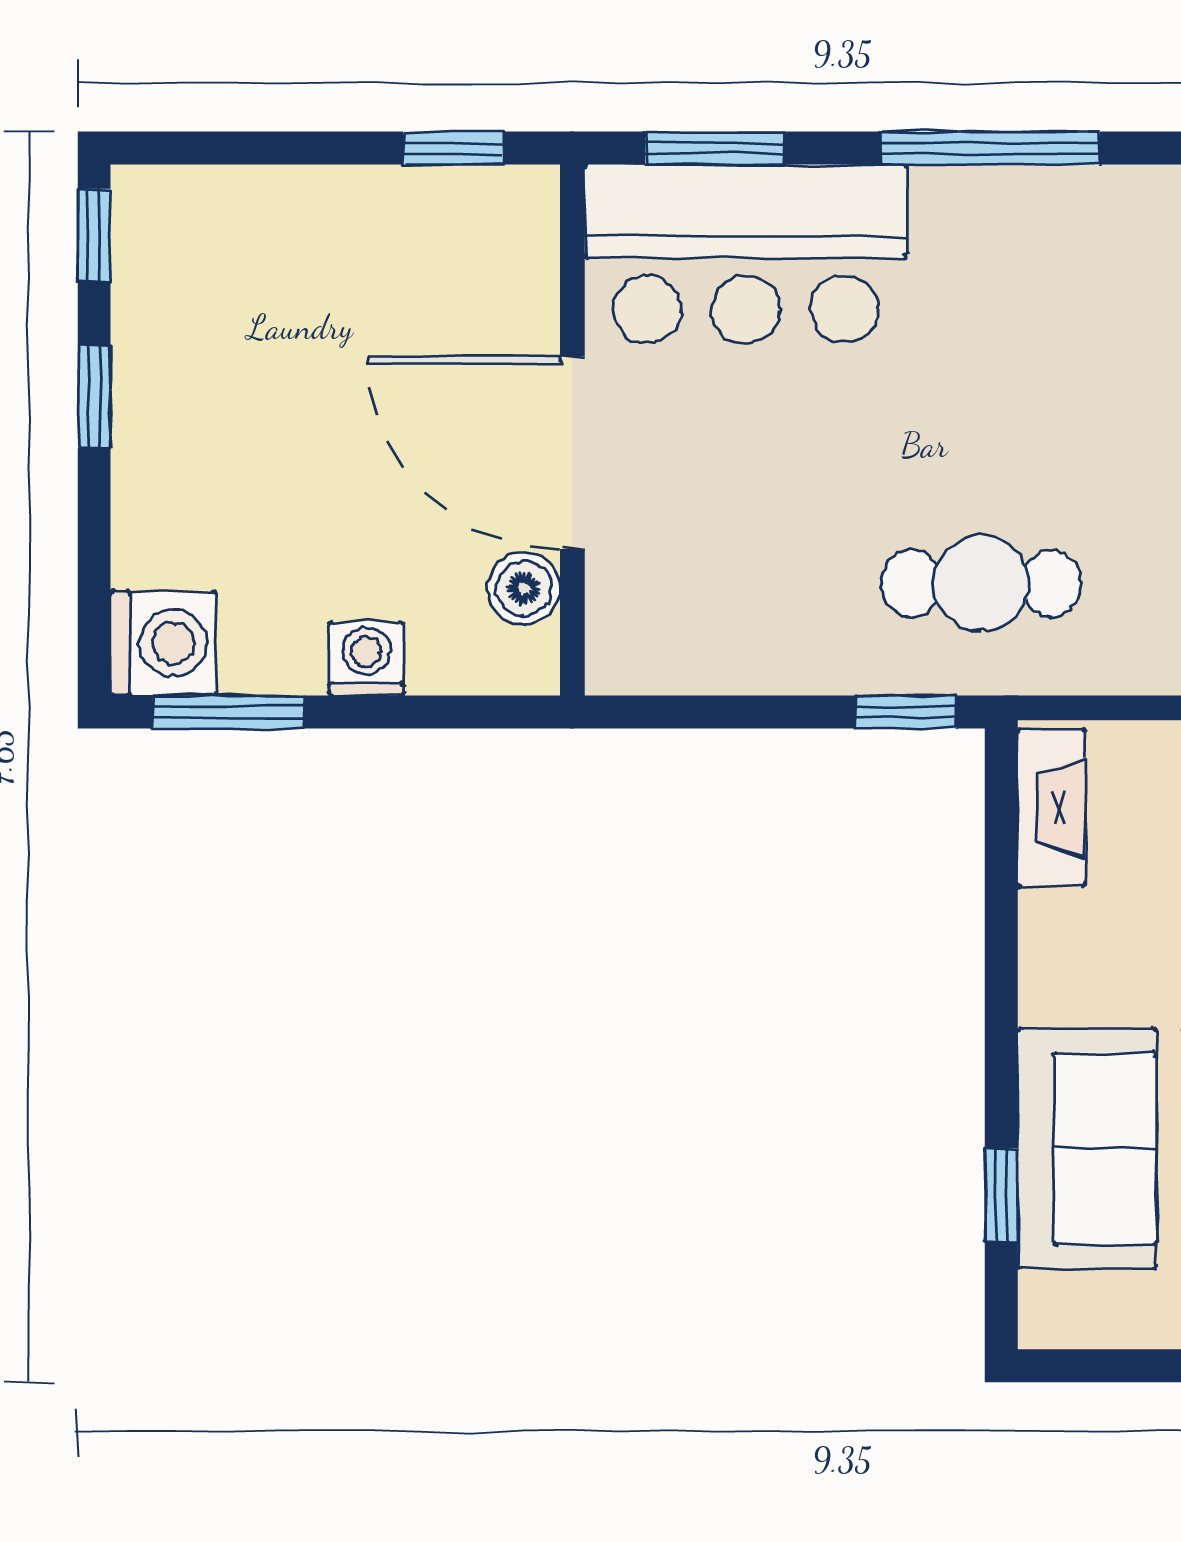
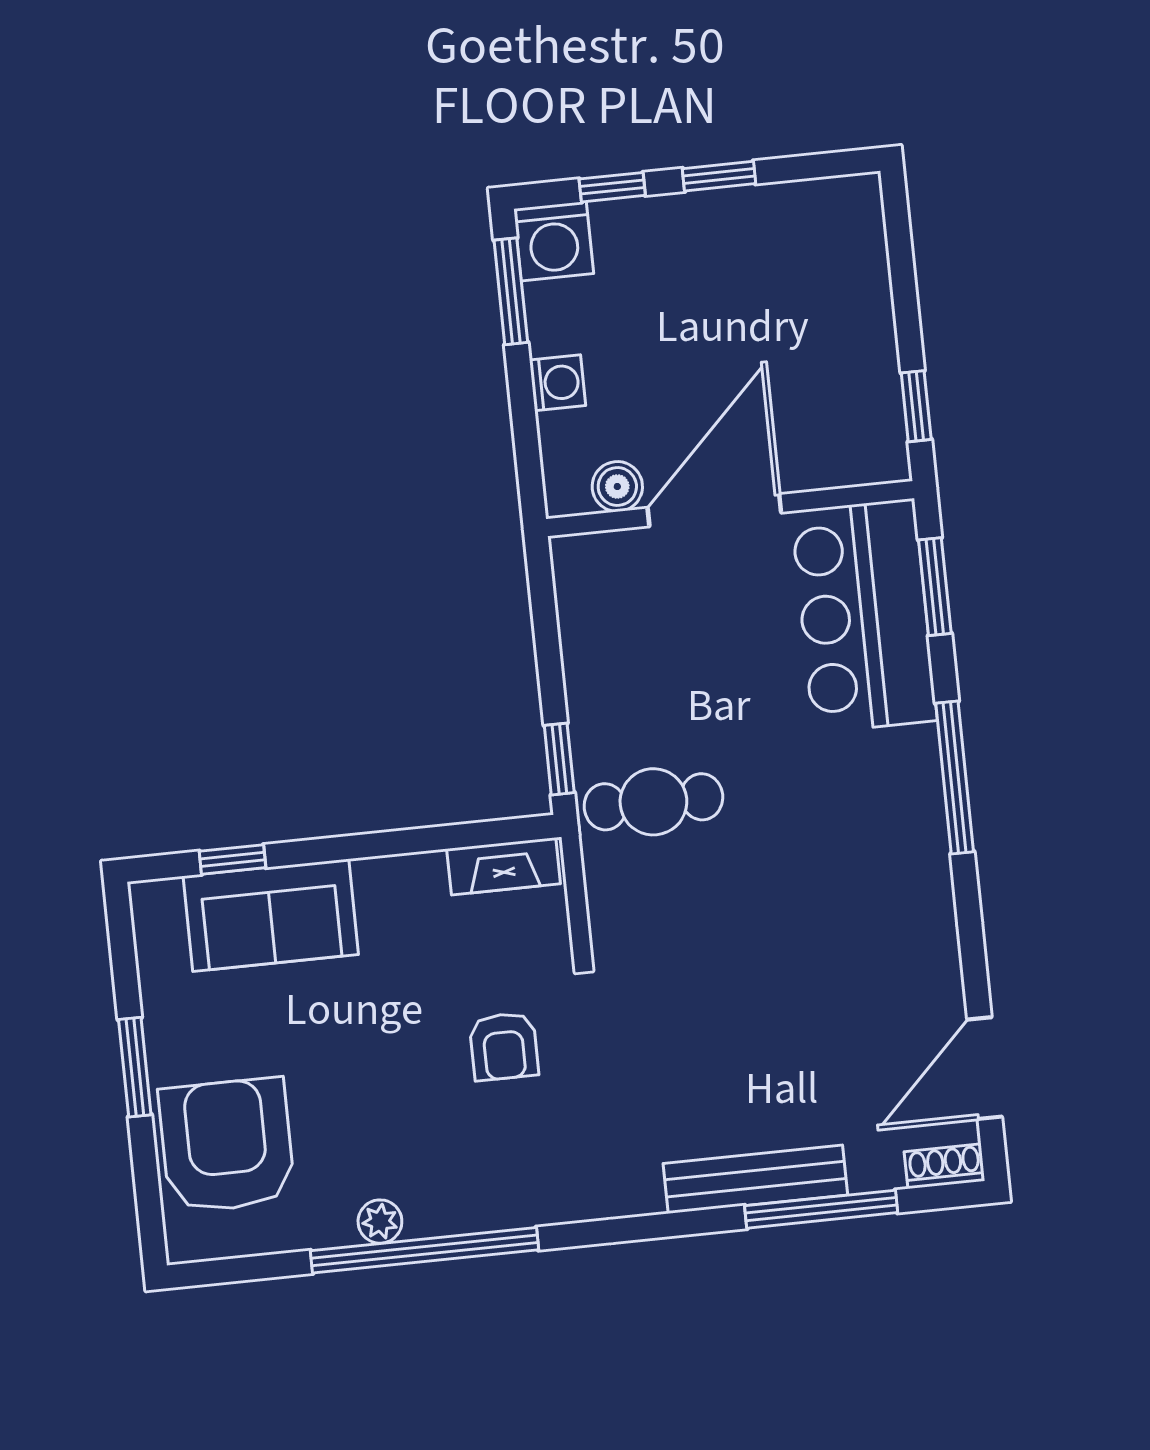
window: (94, 235) -> (612, 187), moved
cafe table: (981, 583) -> (653, 802), turned 90

